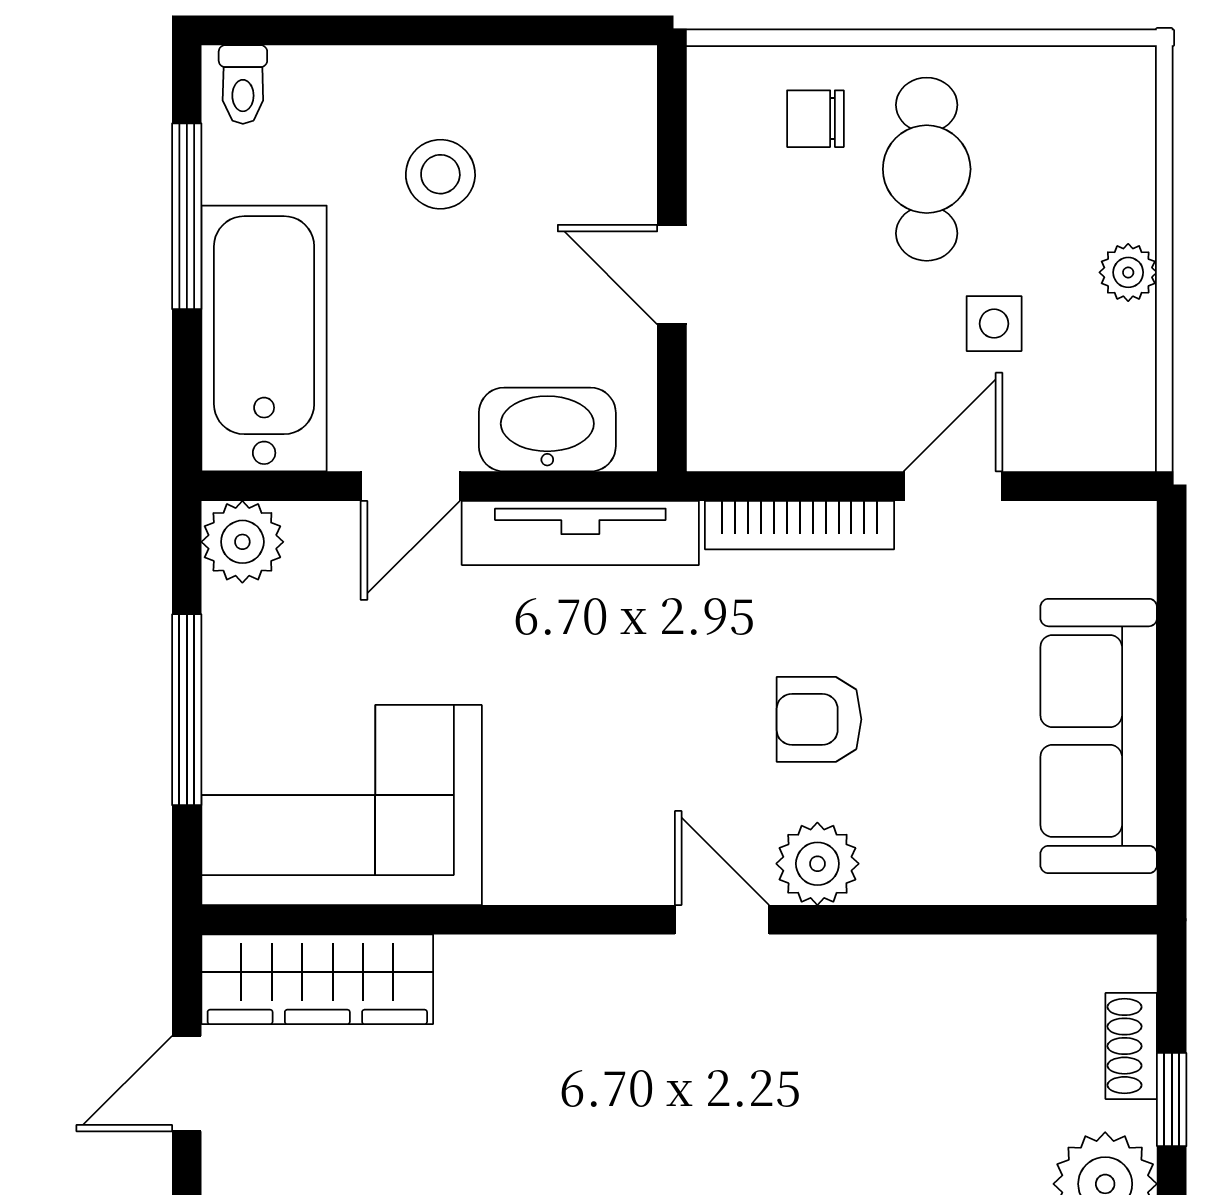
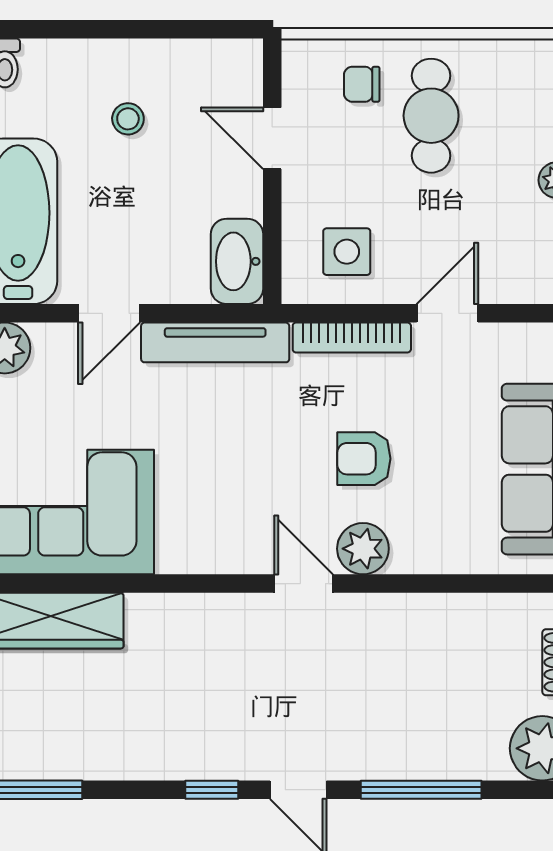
stool: (440, 174) -> (128, 119), width x0.73, depth x0.73
door: (672, 275) -> (272, 138), moved
side table: (994, 324) -> (347, 252), moved, width x1.37, depth x1.37
washbasin: (547, 430) -> (237, 261), moved, turned -90

